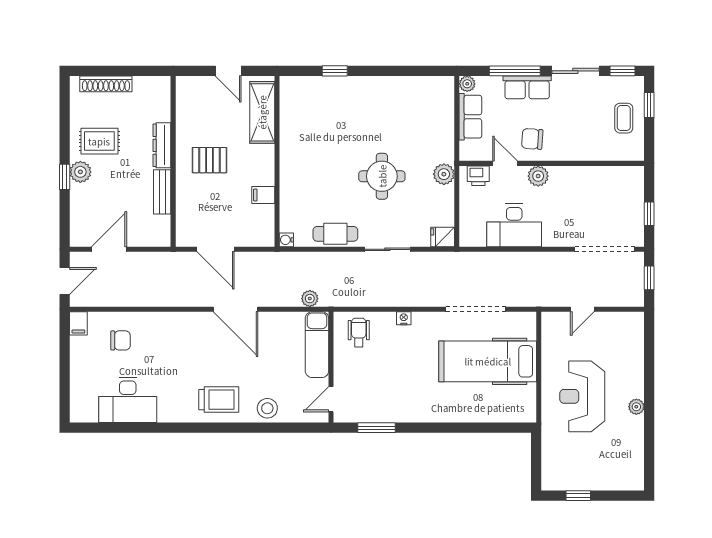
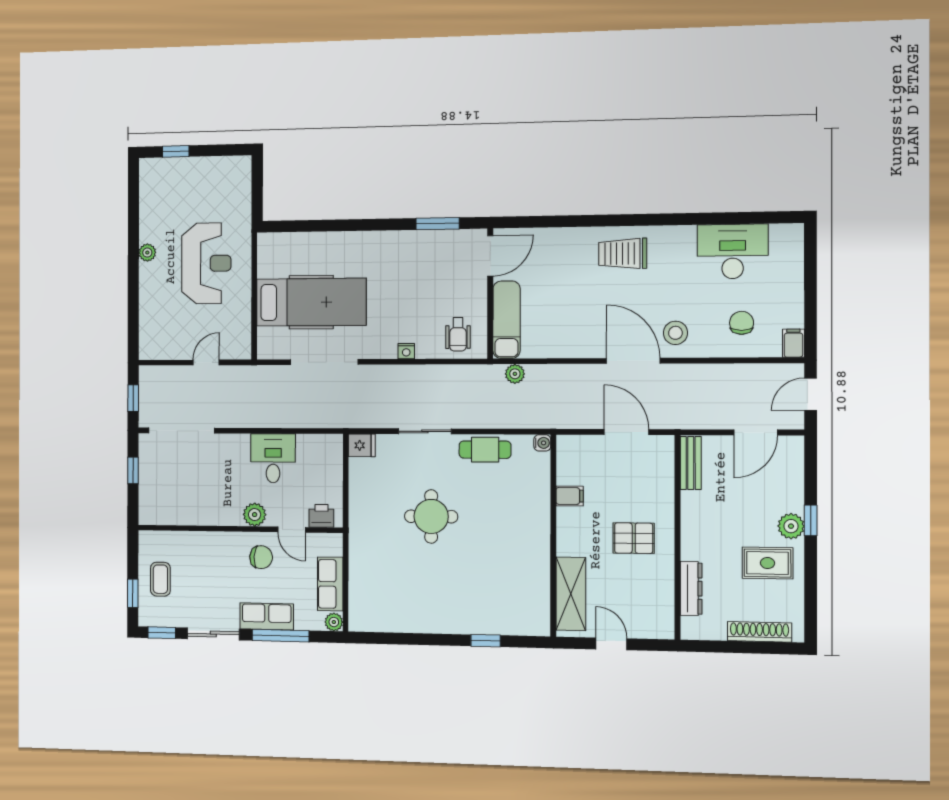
dresser: (162, 145) -> (691, 588), moved
plant: (444, 174) -> (360, 518), removed
bench: (162, 192) -> (691, 463), moved
desk: (514, 225) -> (273, 458), width x0.73
door: (236, 309) -> (633, 361), moved
chair: (121, 340) -> (742, 323), turned 90
door: (331, 399) -> (490, 256), width x1.38
stool: (267, 408) -> (675, 333), moved
window: (578, 496) -> (176, 151), moved

